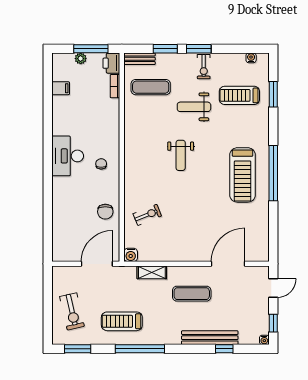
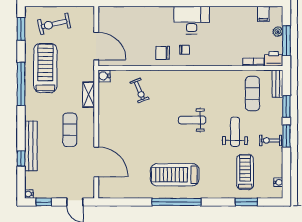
filing cabinet: (61, 88) -> (263, 14), moved
chair: (105, 212) -> (163, 53), moved
treadmill: (122, 321) -> (45, 68), width x1.37, depth x1.38

